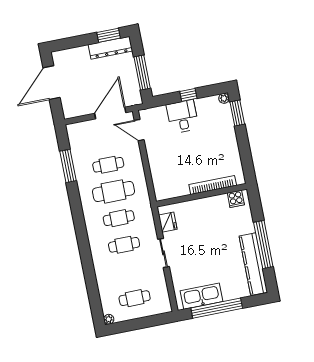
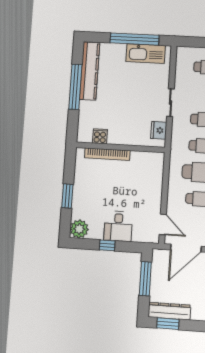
plant: (224, 98) -> (79, 229), width x1.88, depth x1.88
window: (237, 113) -> (67, 196), moved
cooker: (236, 199) -> (100, 136), moved

